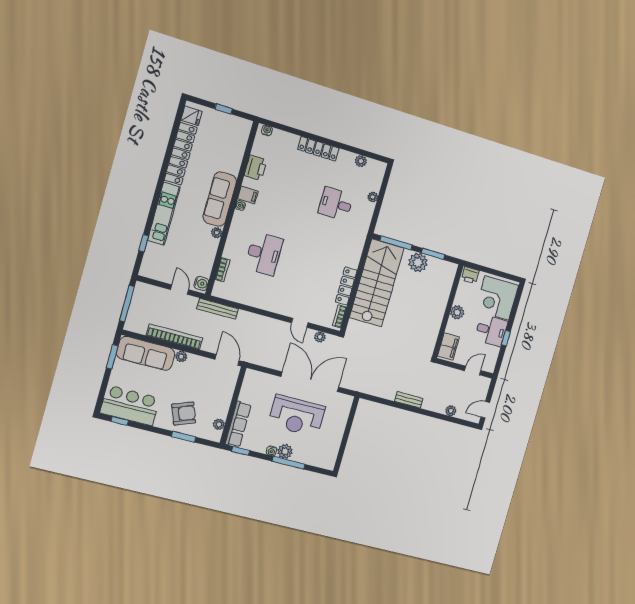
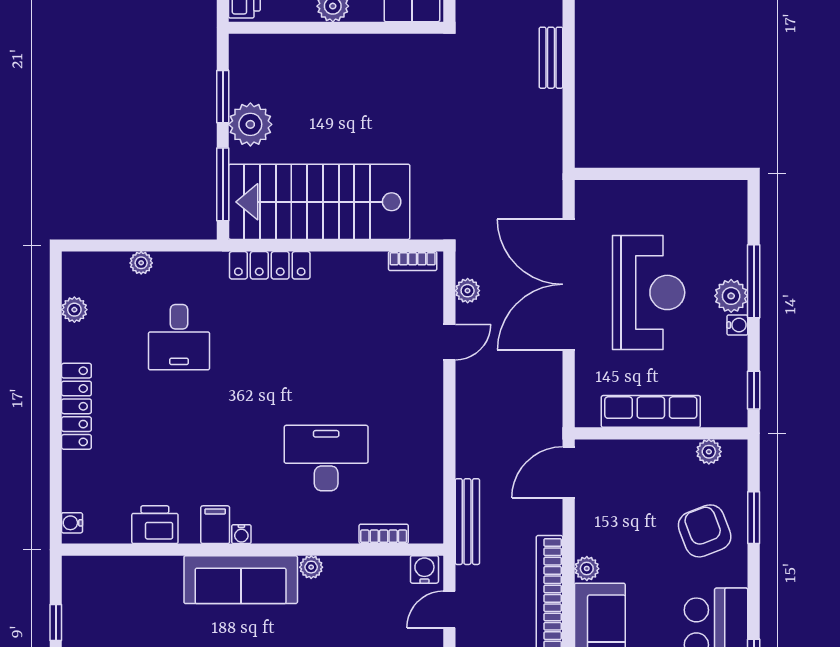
locker: (346, 286) -> (270, 265), moved
row of seats: (238, 424) -> (651, 411), moved

